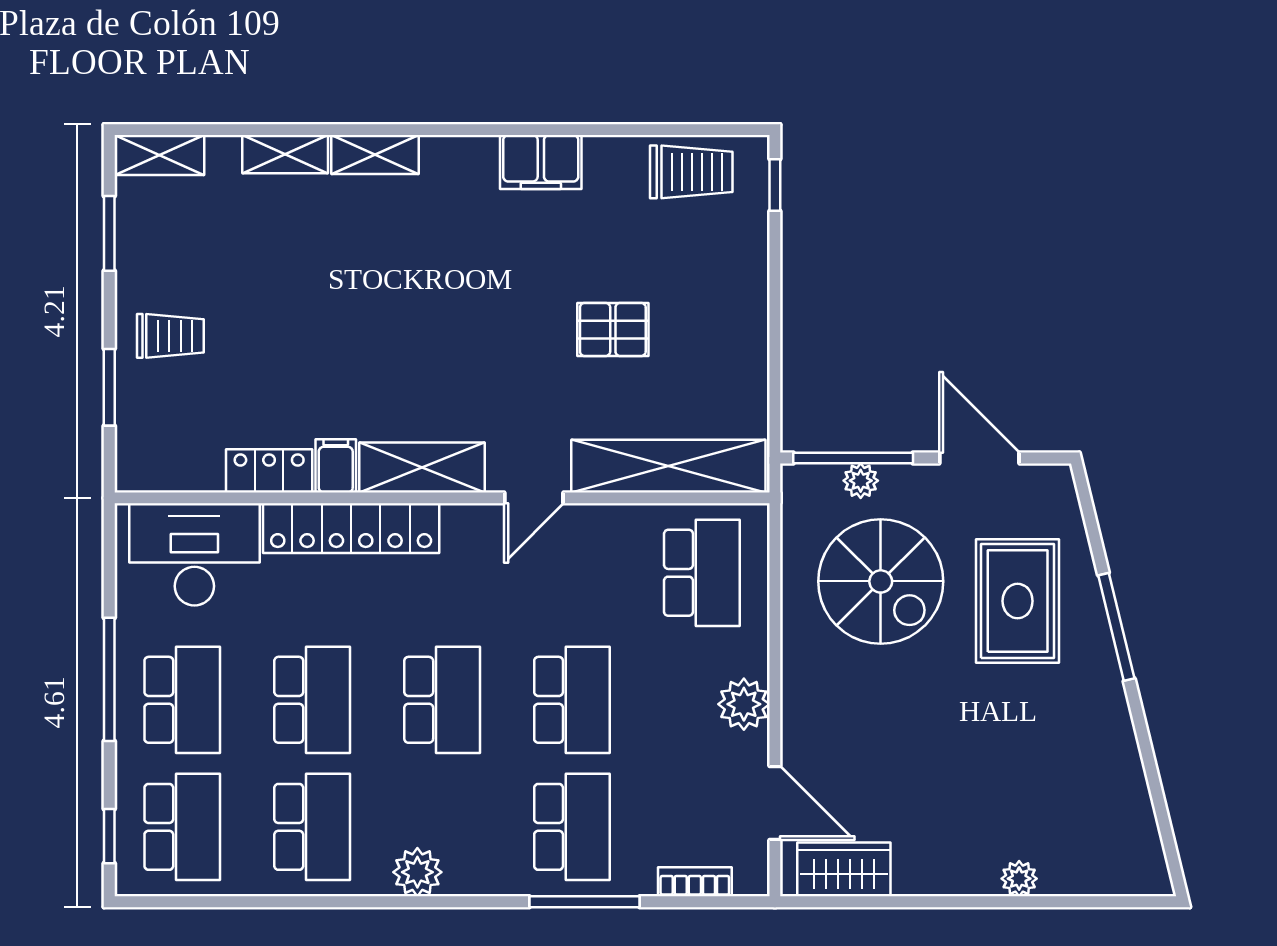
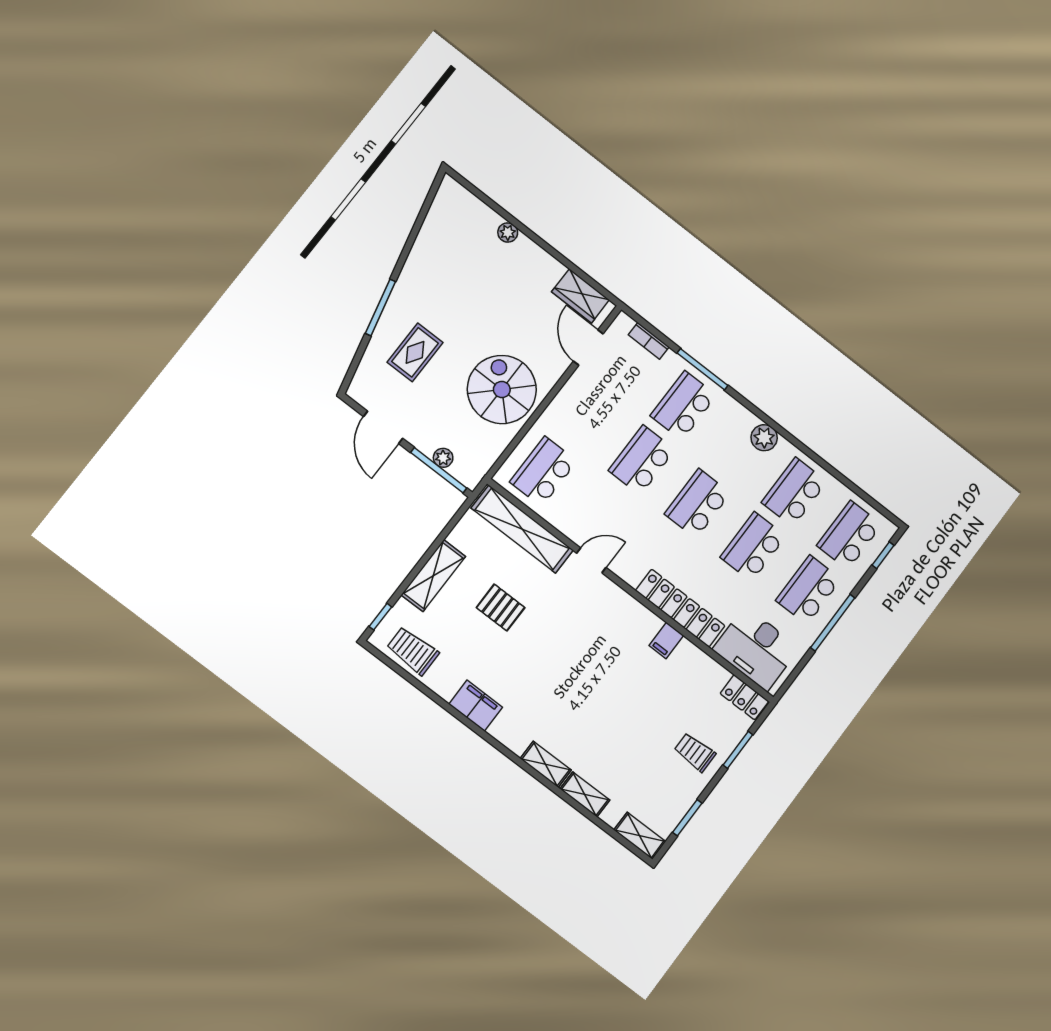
shelving: (422, 468) -> (433, 576), moved, turned 90
locker: (269, 471) -> (744, 697), moved
spiral stairs: (881, 581) -> (502, 390), moved
rug: (1018, 601) -> (415, 352), width x0.73, depth x0.70
plant: (744, 704) -> (569, 400), removed

